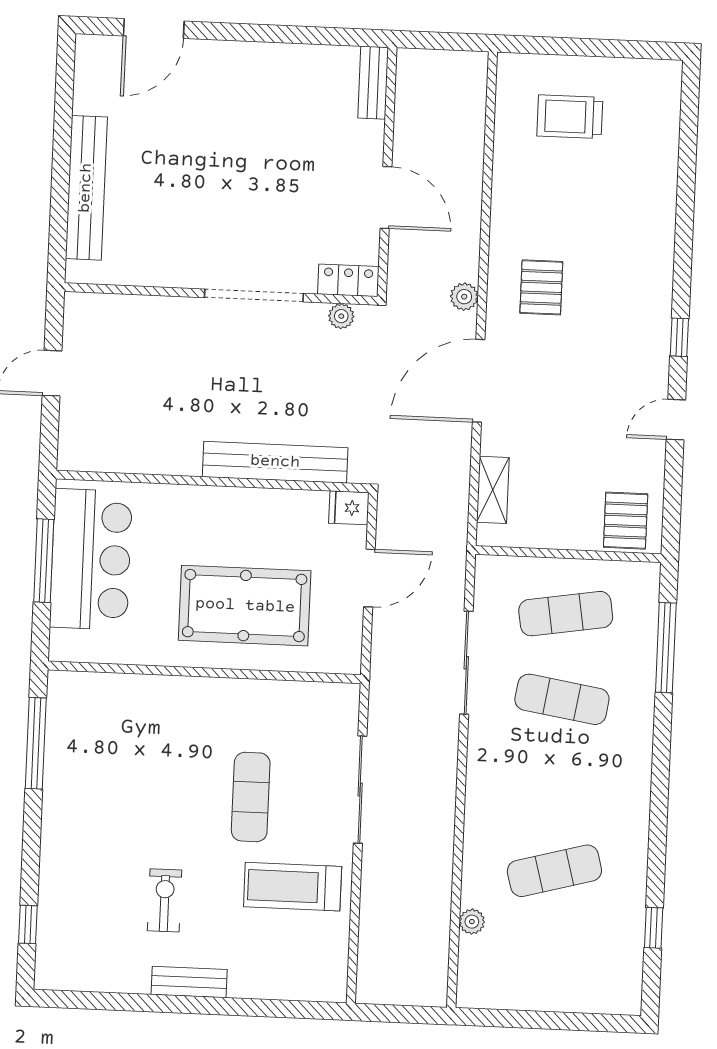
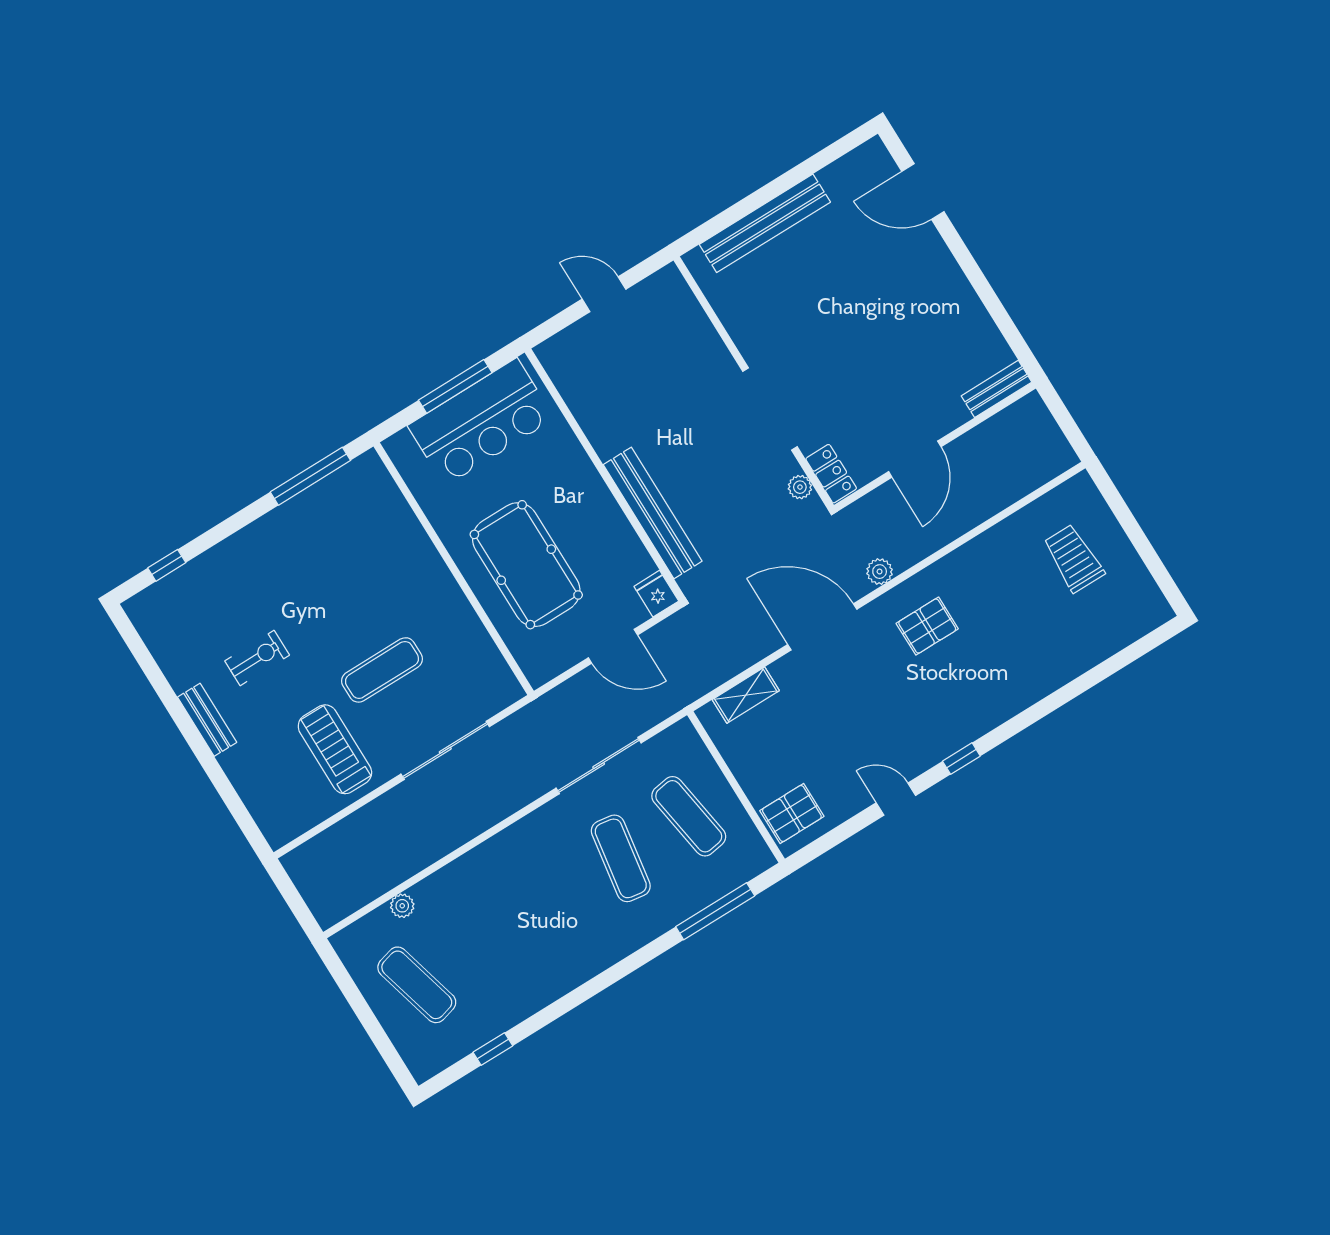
exercise mat: (554, 871) -> (417, 985), moved

